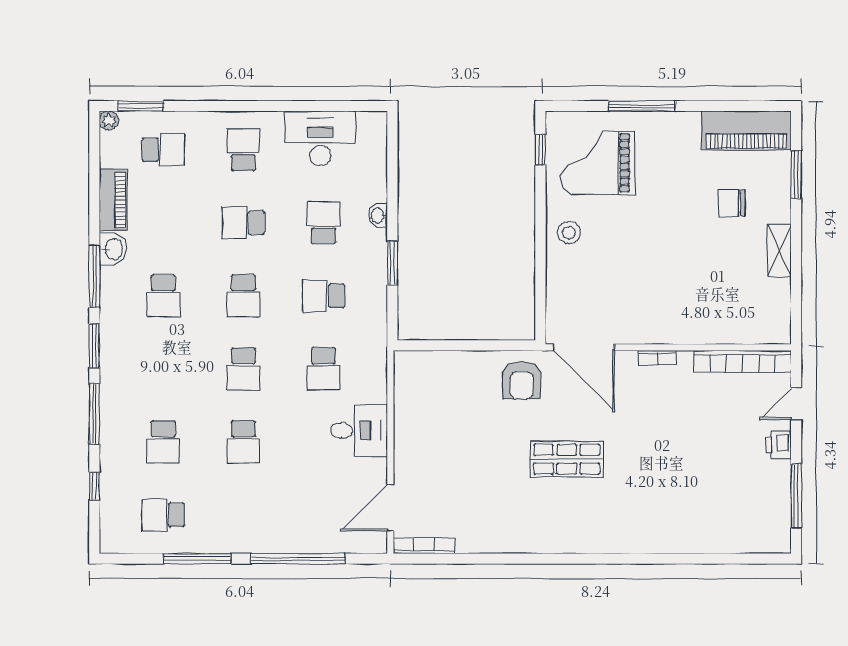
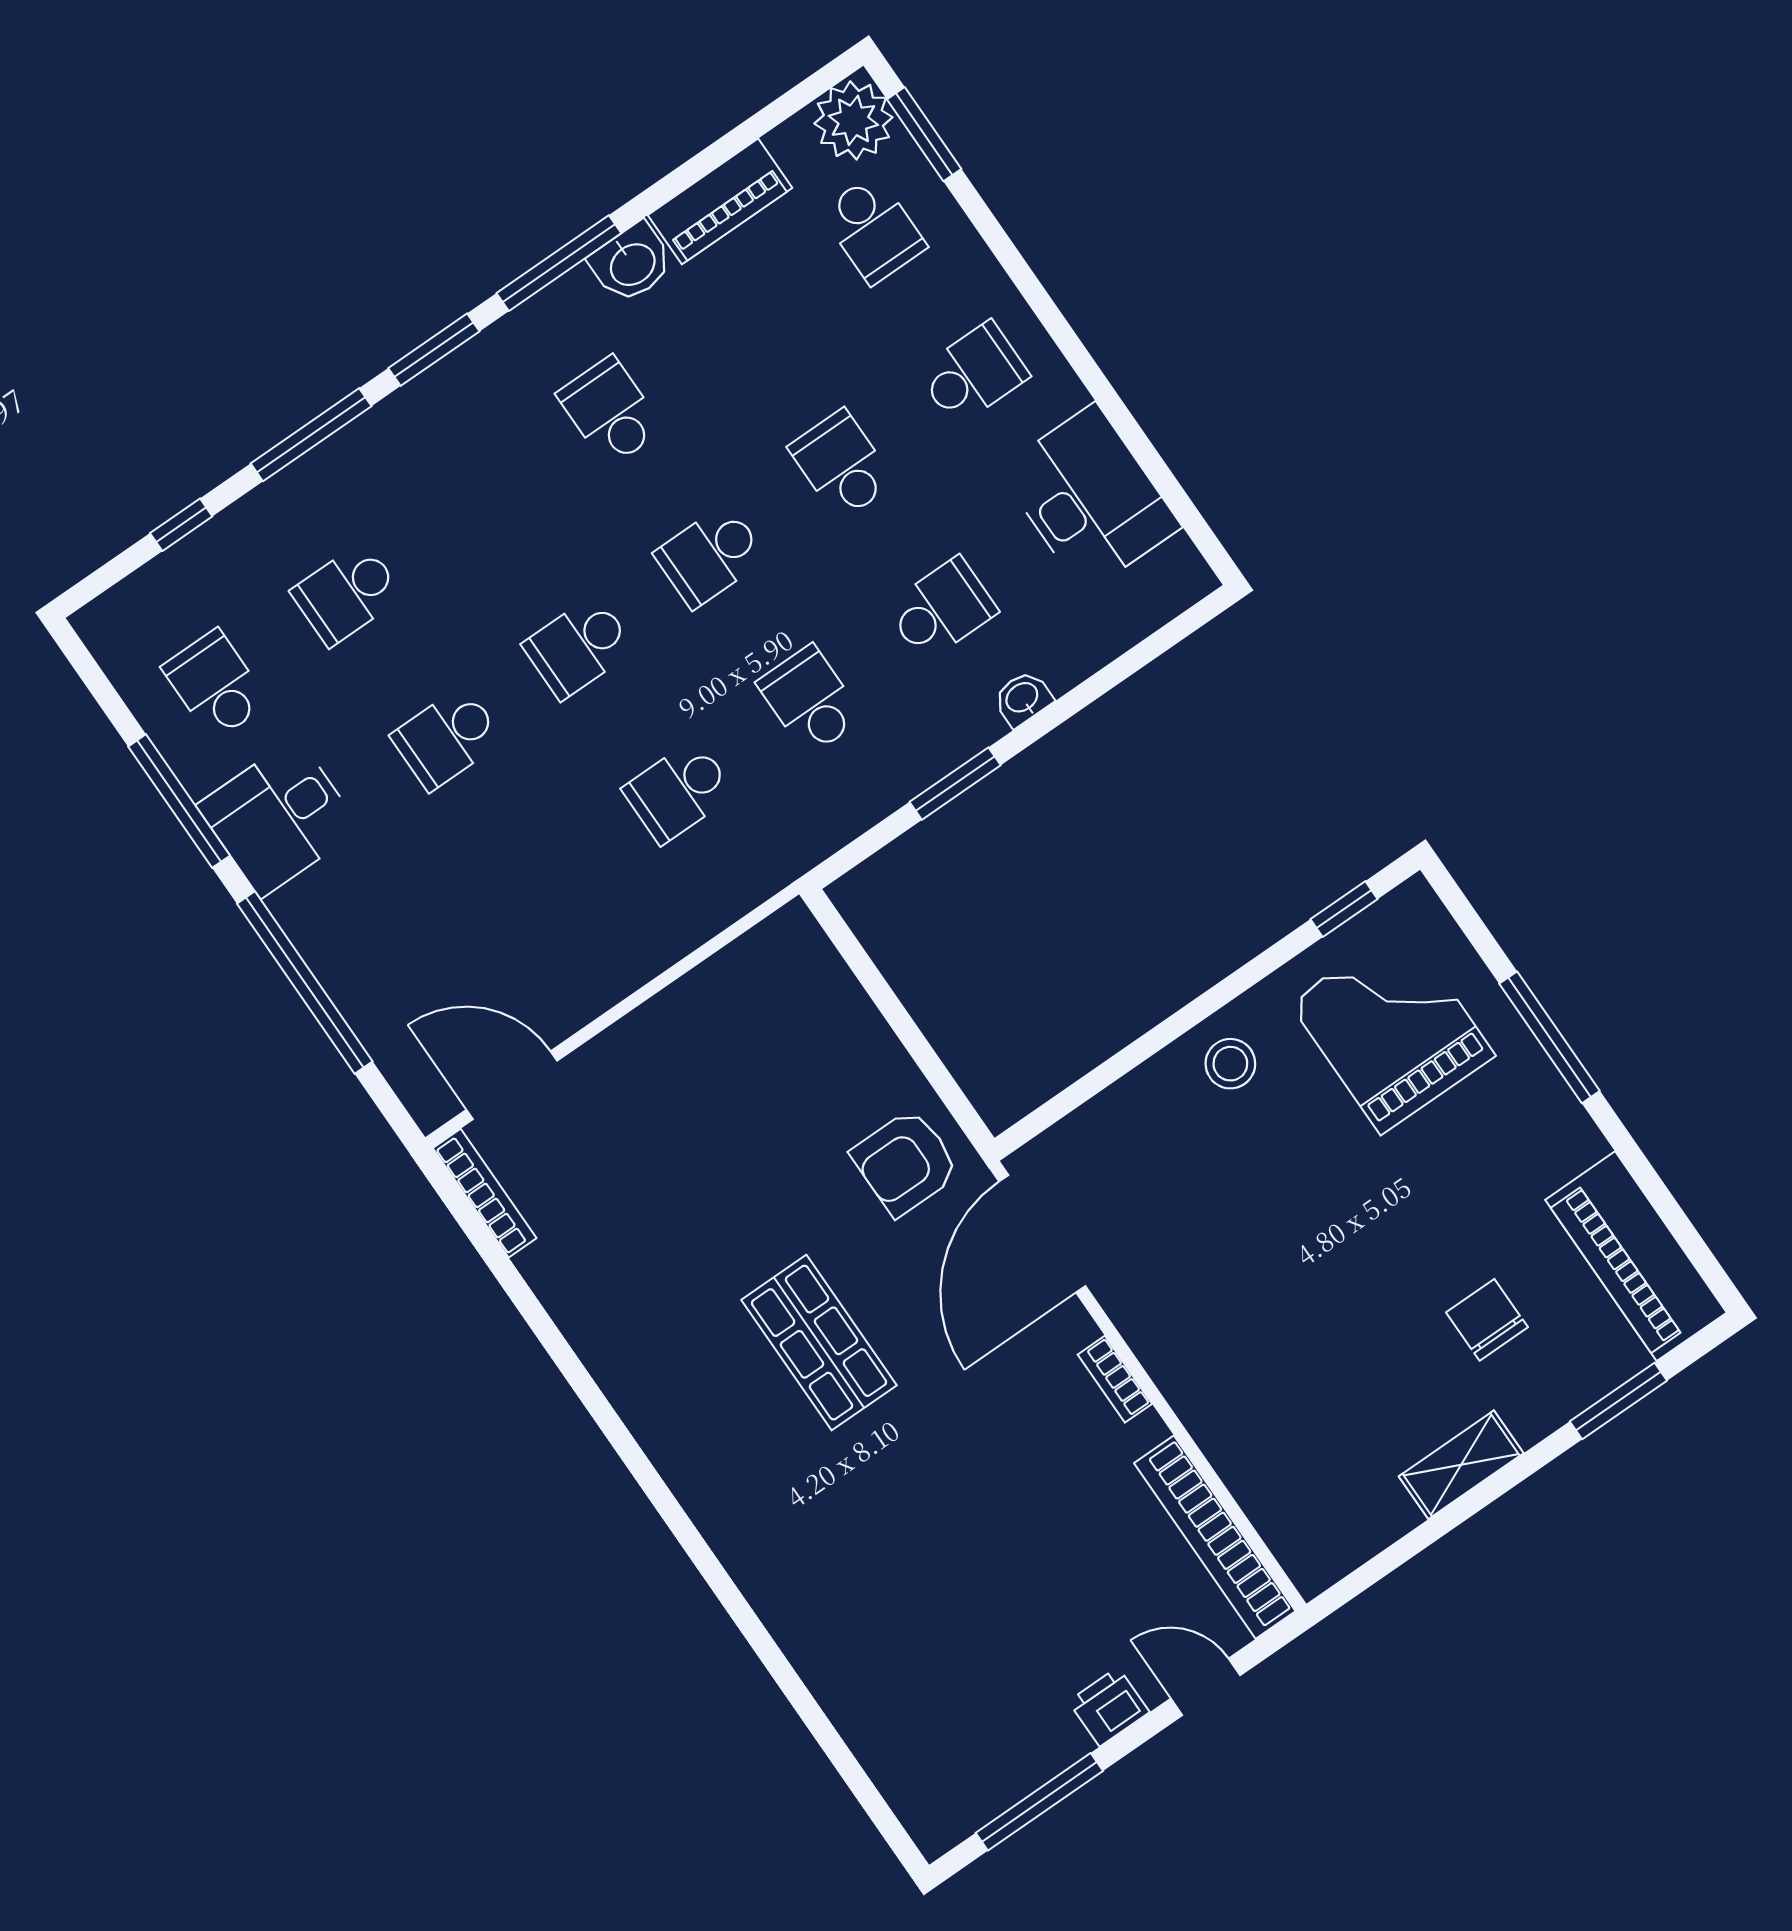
plant: (109, 121) -> (853, 120), width x1.88, depth x1.88
school desk: (163, 296) -> (610, 411), turned 90
desk: (359, 430) -> (279, 817), moved, turned 90

